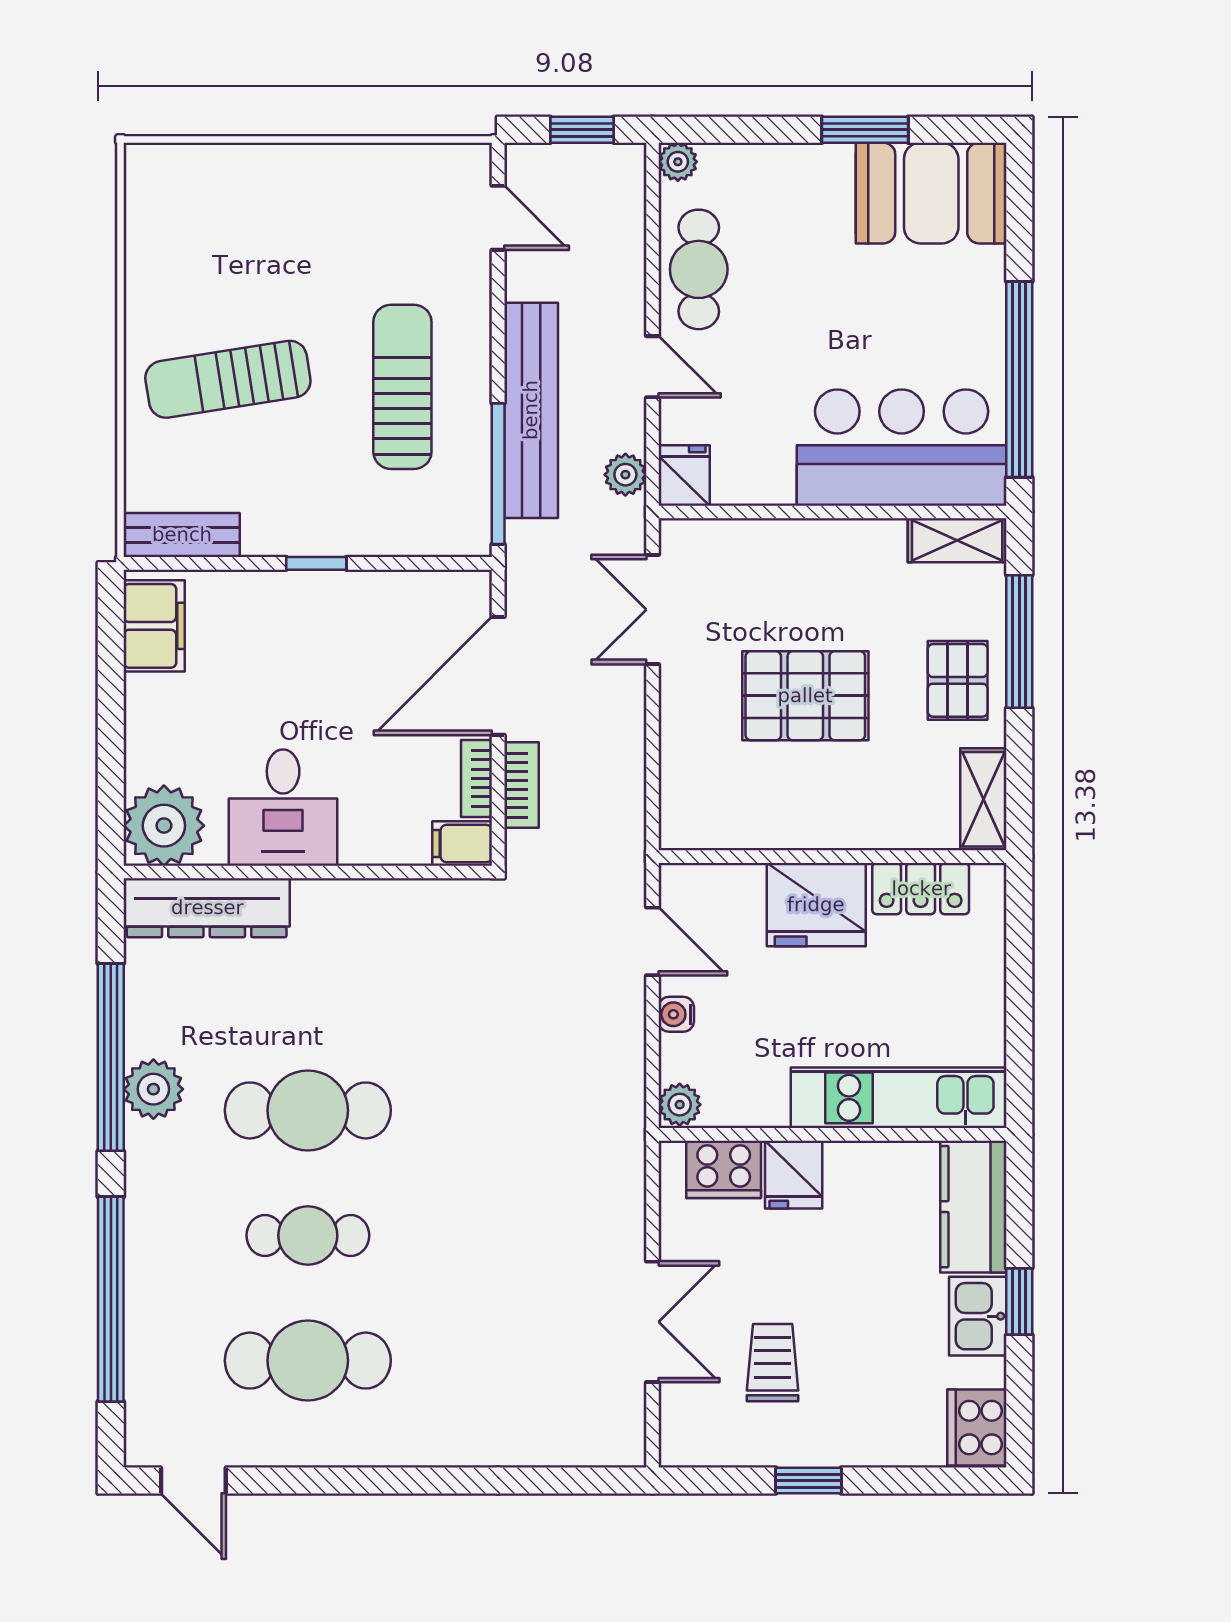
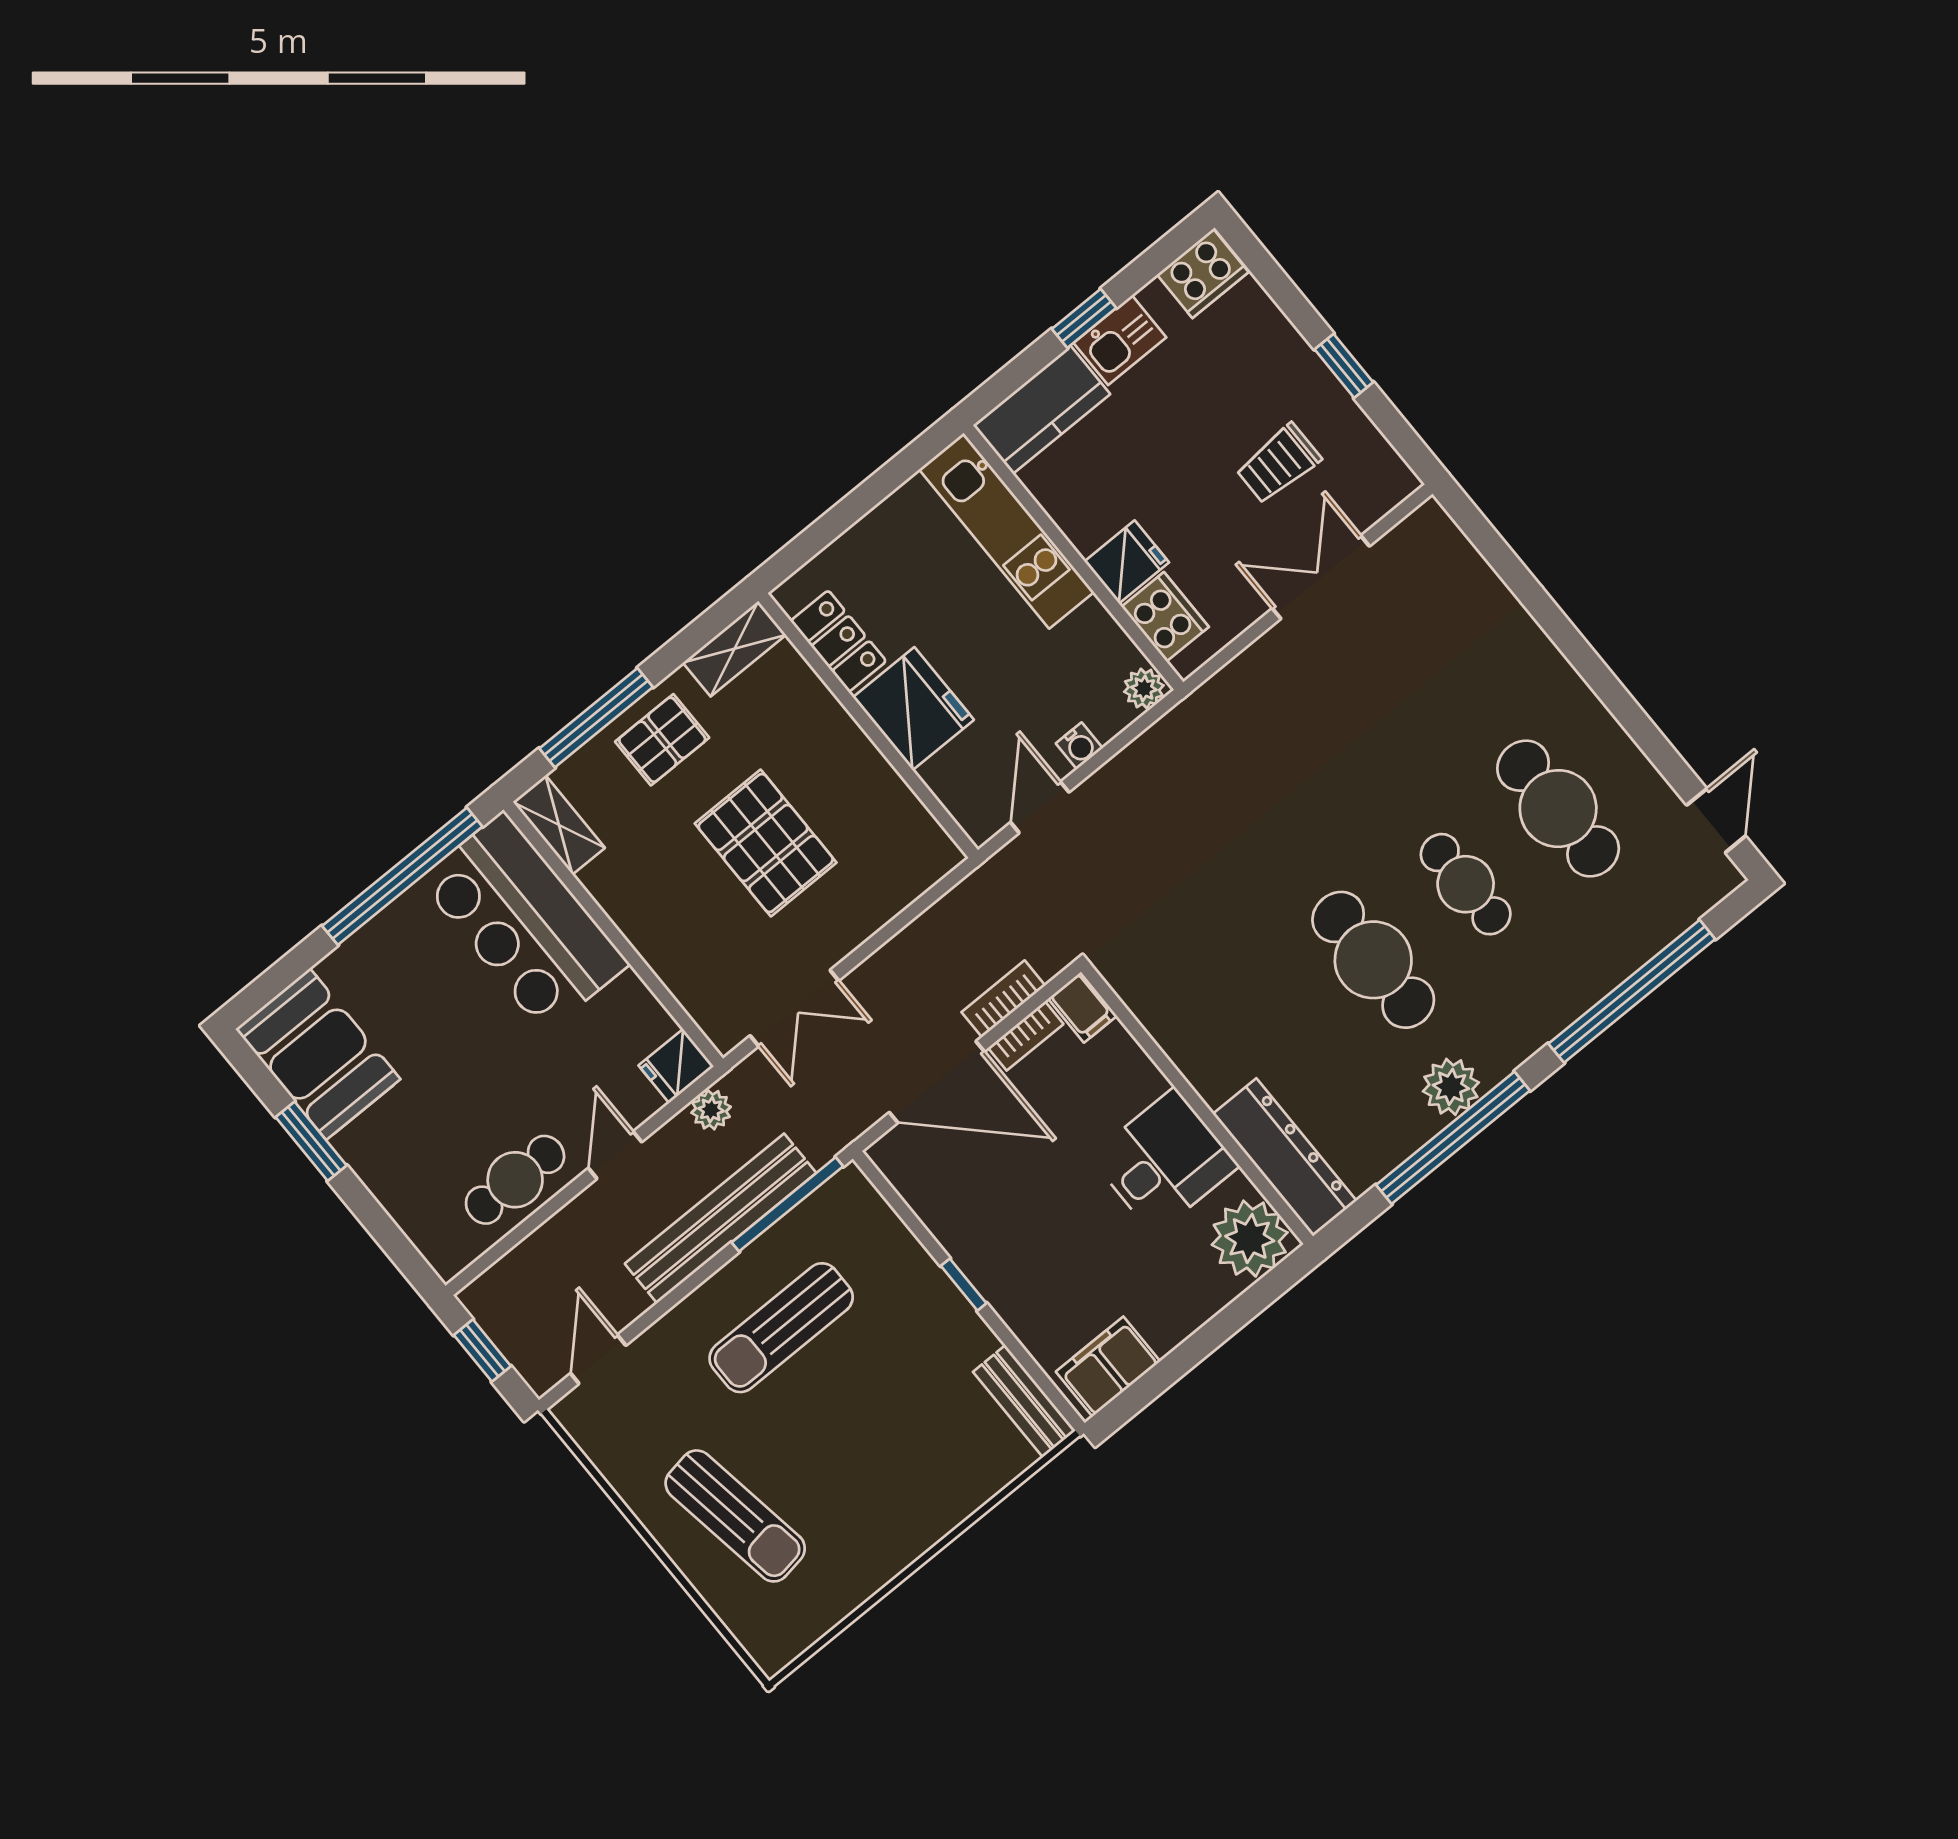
plant: (678, 162) -> (448, 1260), removed
sun lounger: (228, 379) -> (735, 1516), moved

